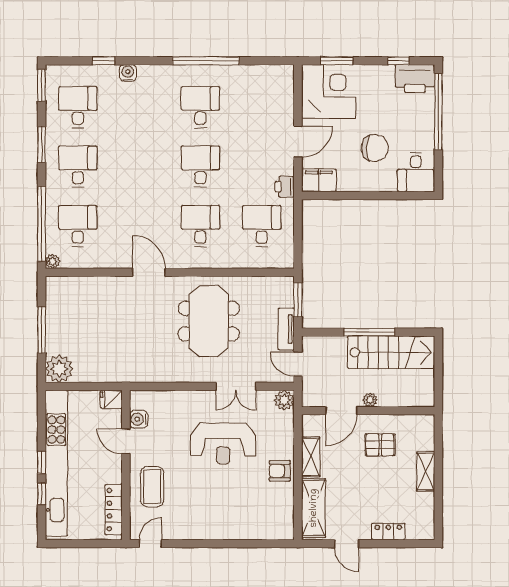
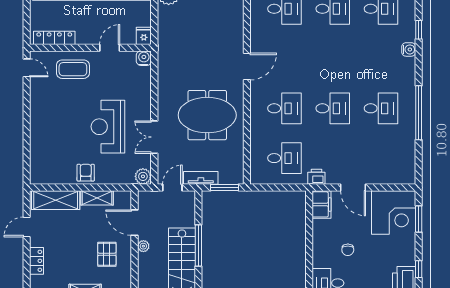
chair: (375, 148) -> (348, 250), width x0.54, depth x0.54
water cooler: (139, 419) -> (144, 58), moved

